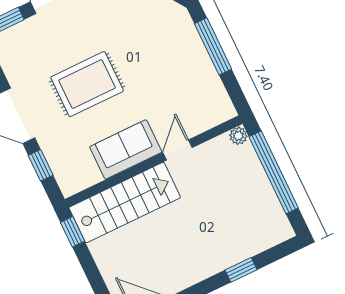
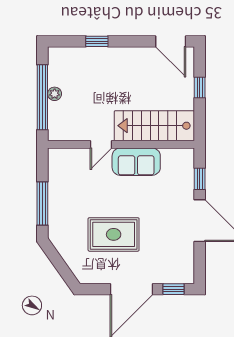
rug: (87, 84) -> (114, 234), moved
plant: (238, 136) -> (55, 94), moved
window: (73, 232) -> (200, 87), moved

